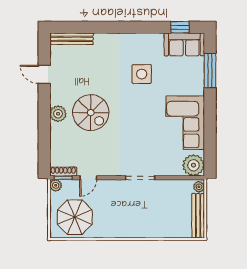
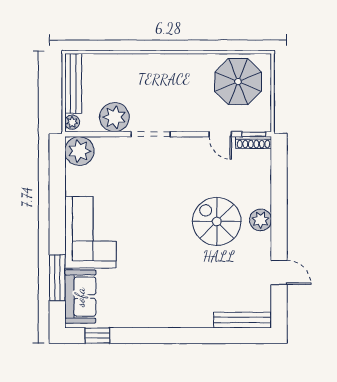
sofa: (184, 44) -> (80, 297), moved, turned 90
side table: (142, 74) -> (149, 273), removed
corner sofa: (185, 123) -> (90, 232), moved
door: (88, 178) -> (220, 134), swing flipped
plant: (56, 185) -> (114, 117), moved, width x1.87, depth x1.87

